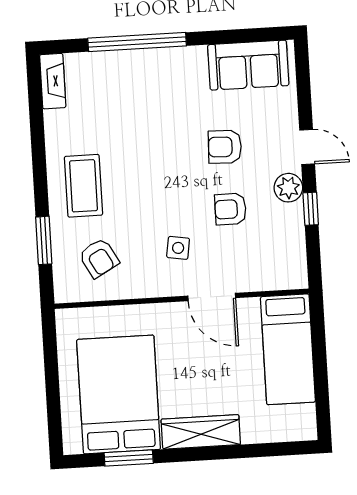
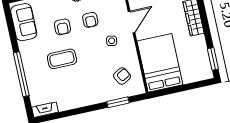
coffee table: (83, 186) -> (62, 59), moved
bed: (119, 394) -> (160, 63), moved, turned 90
window: (129, 458) -> (213, 59), moved

